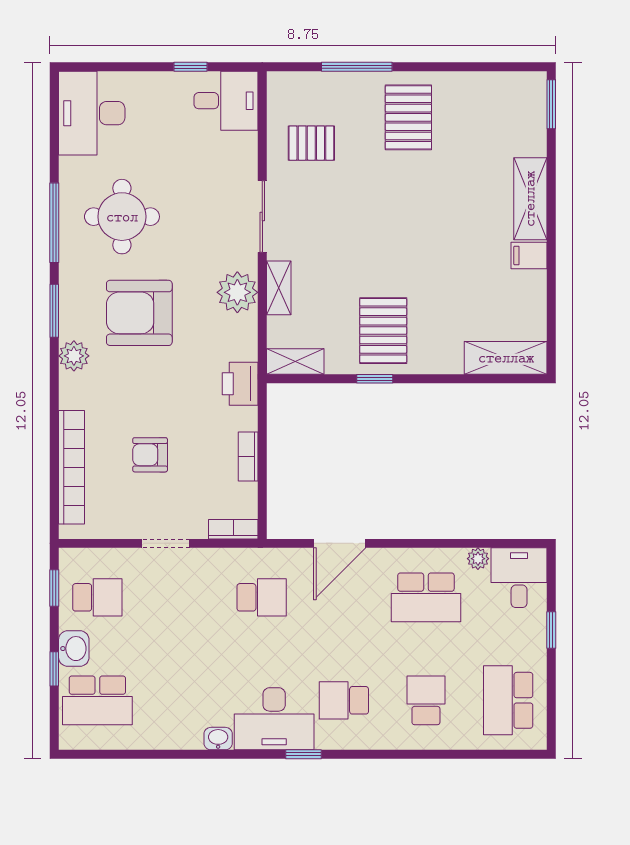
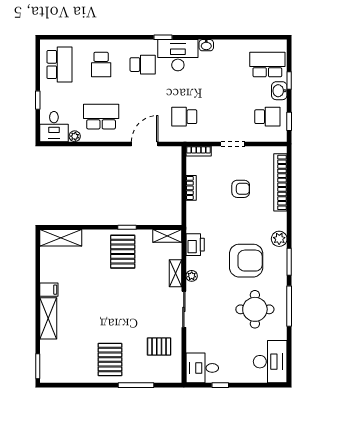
plant: (237, 292) -> (192, 276), width x0.53, depth x0.53
printer: (240, 384) -> (195, 245), moved
school desk: (97, 597) -> (267, 117), turned 180

